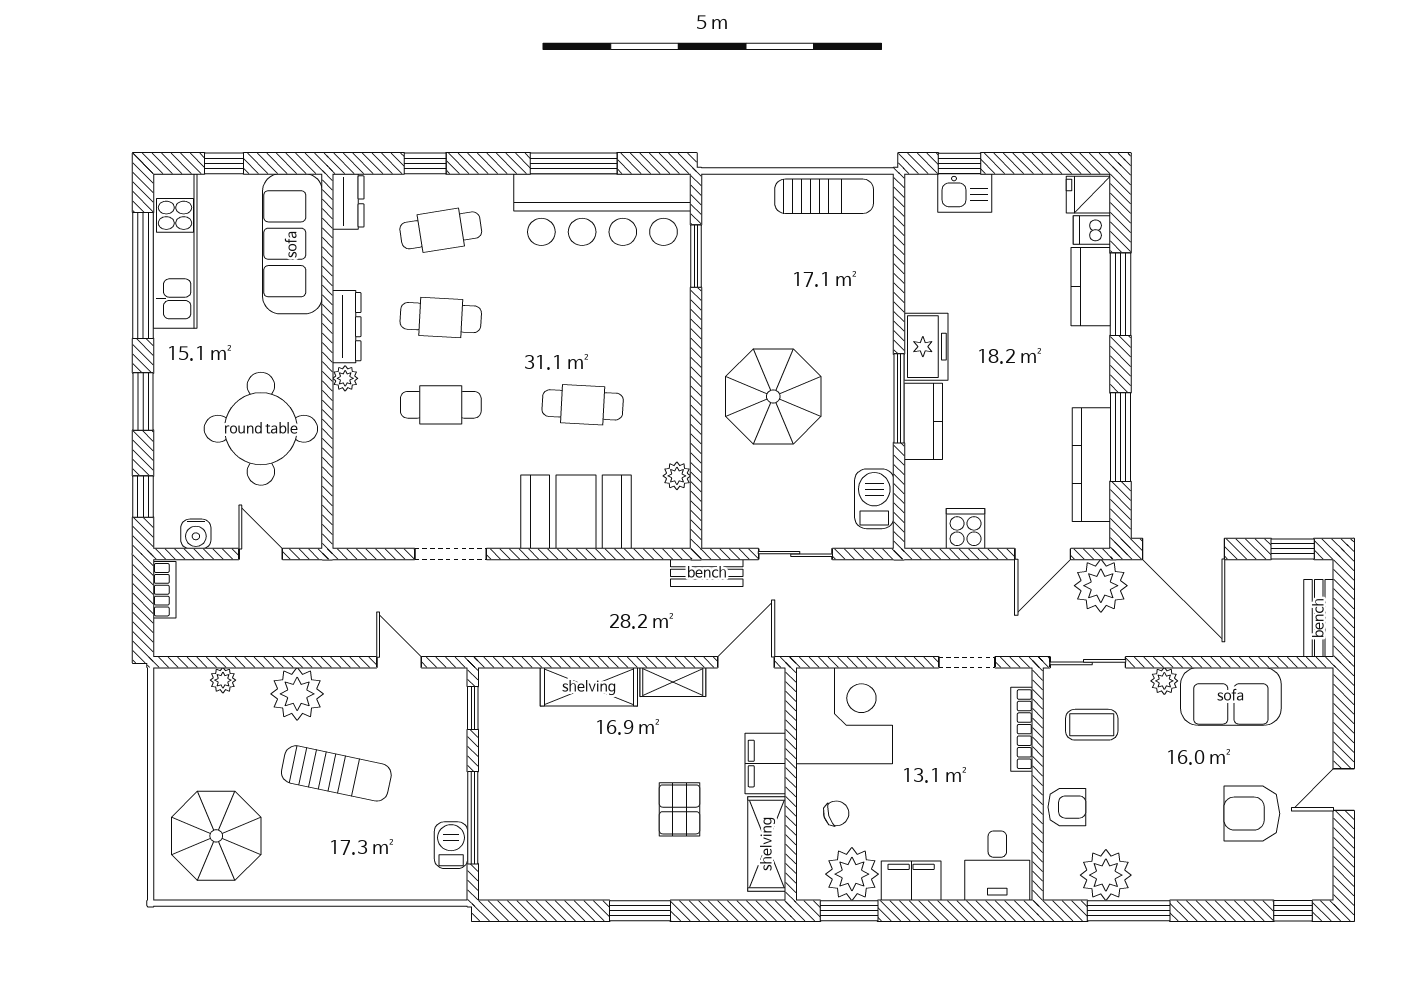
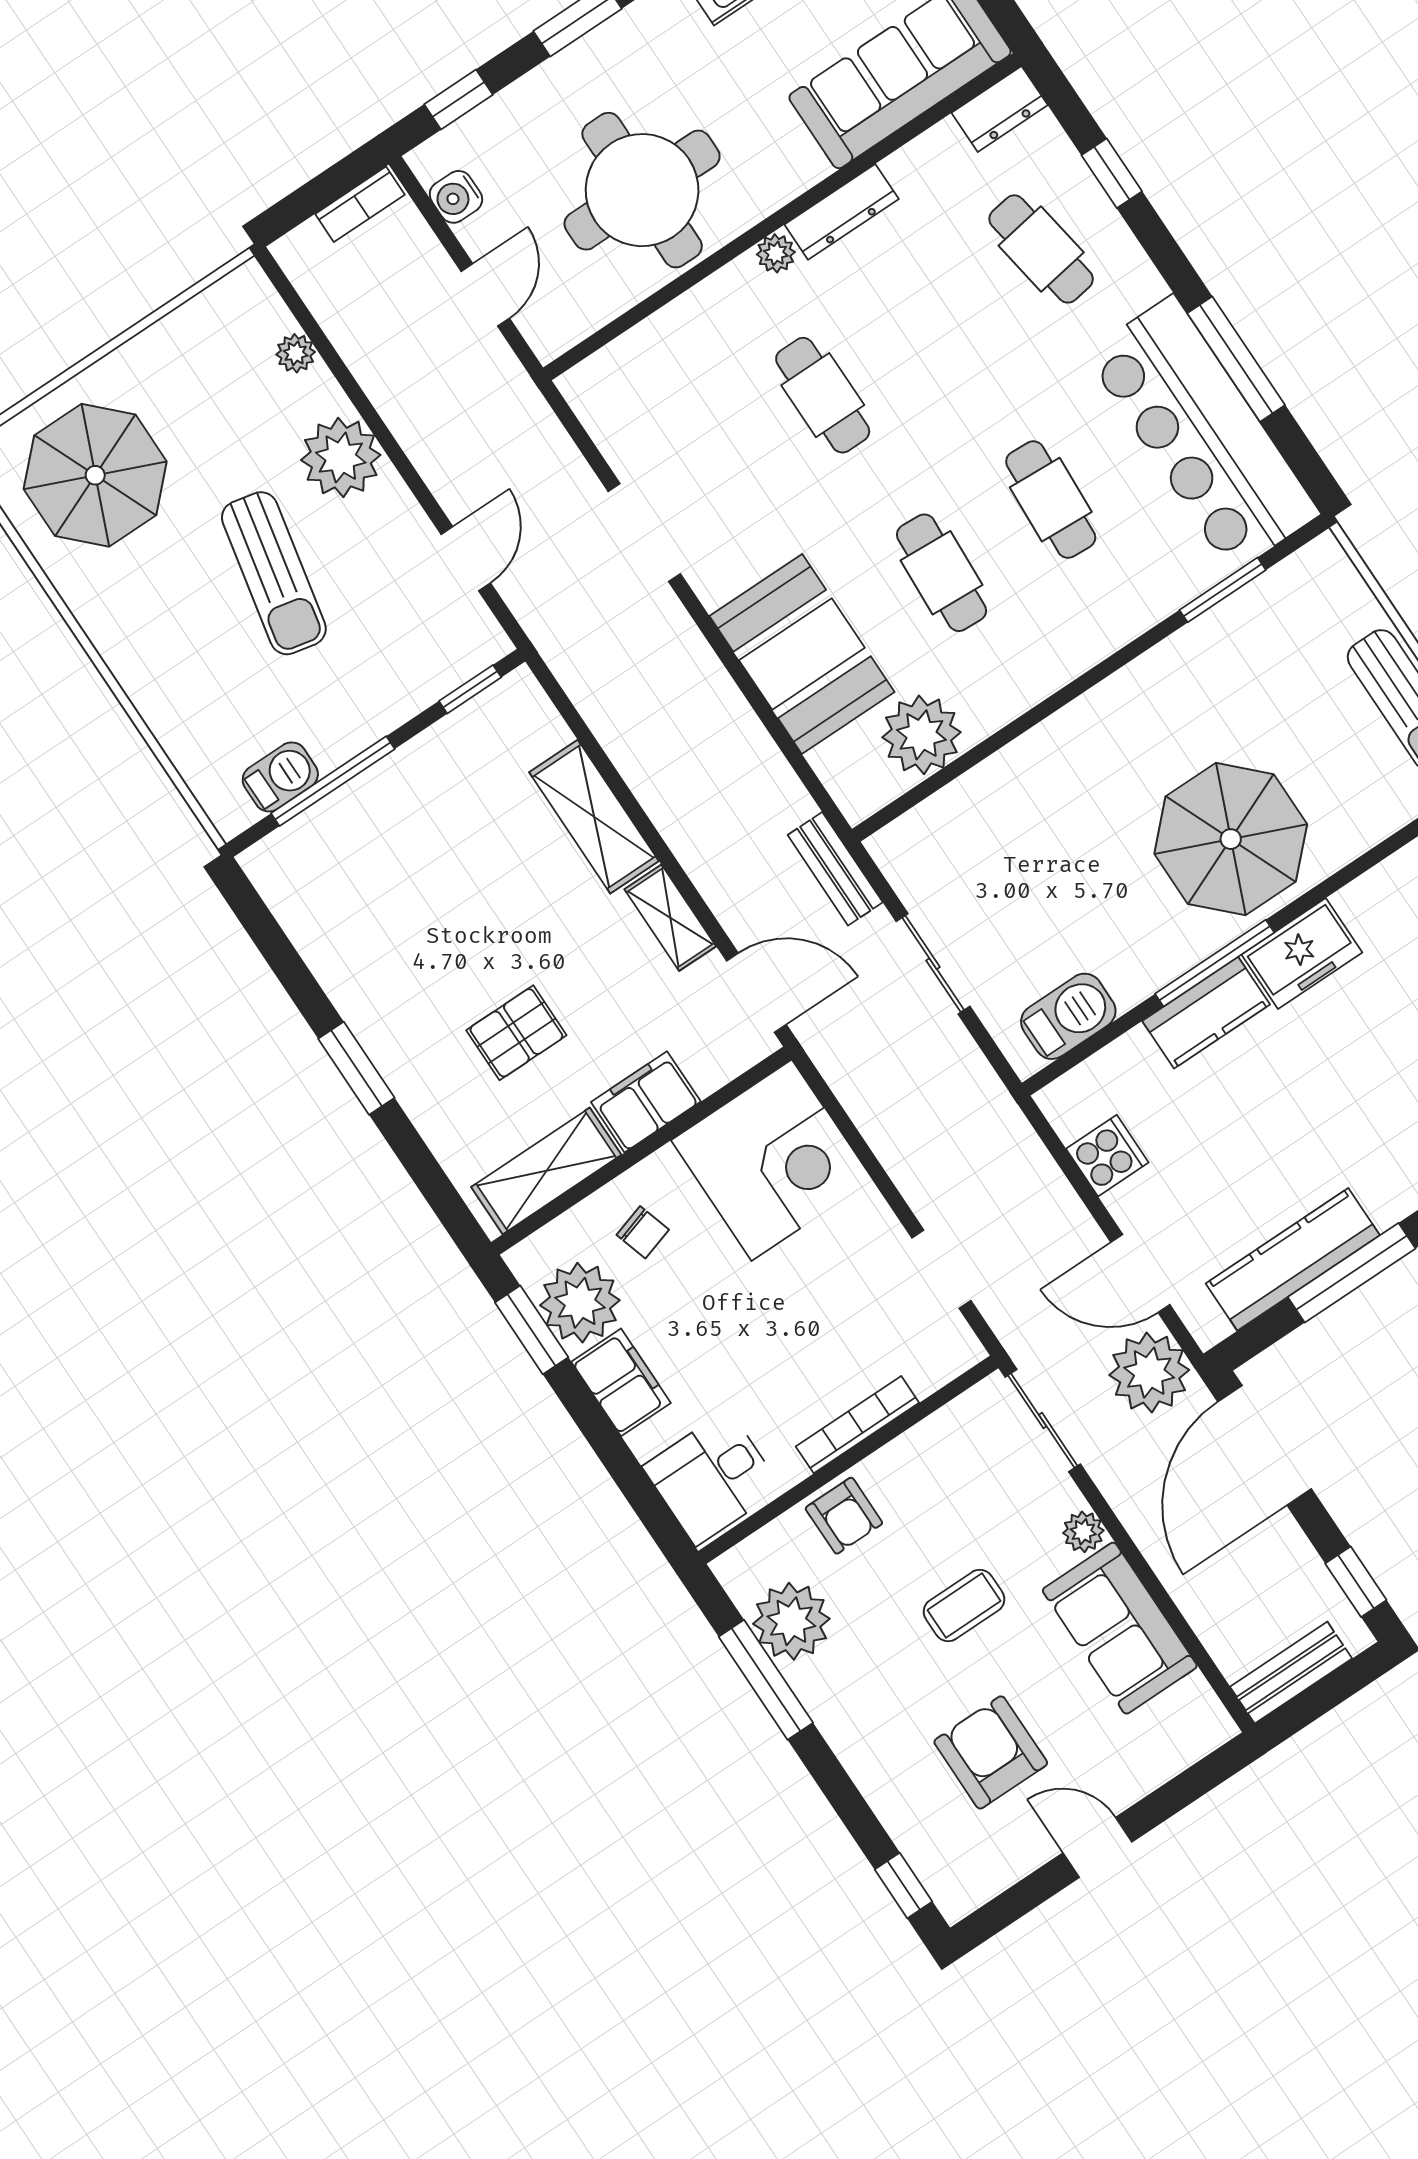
cafe table: (441, 318) -> (1051, 500), moved
parasol: (773, 396) -> (1231, 839), moved
plant: (677, 476) -> (921, 735), width x1.88, depth x1.88
coffee table: (1092, 725) -> (964, 1605), moved, turned 90
bookcase: (1022, 729) -> (857, 1425), moved

